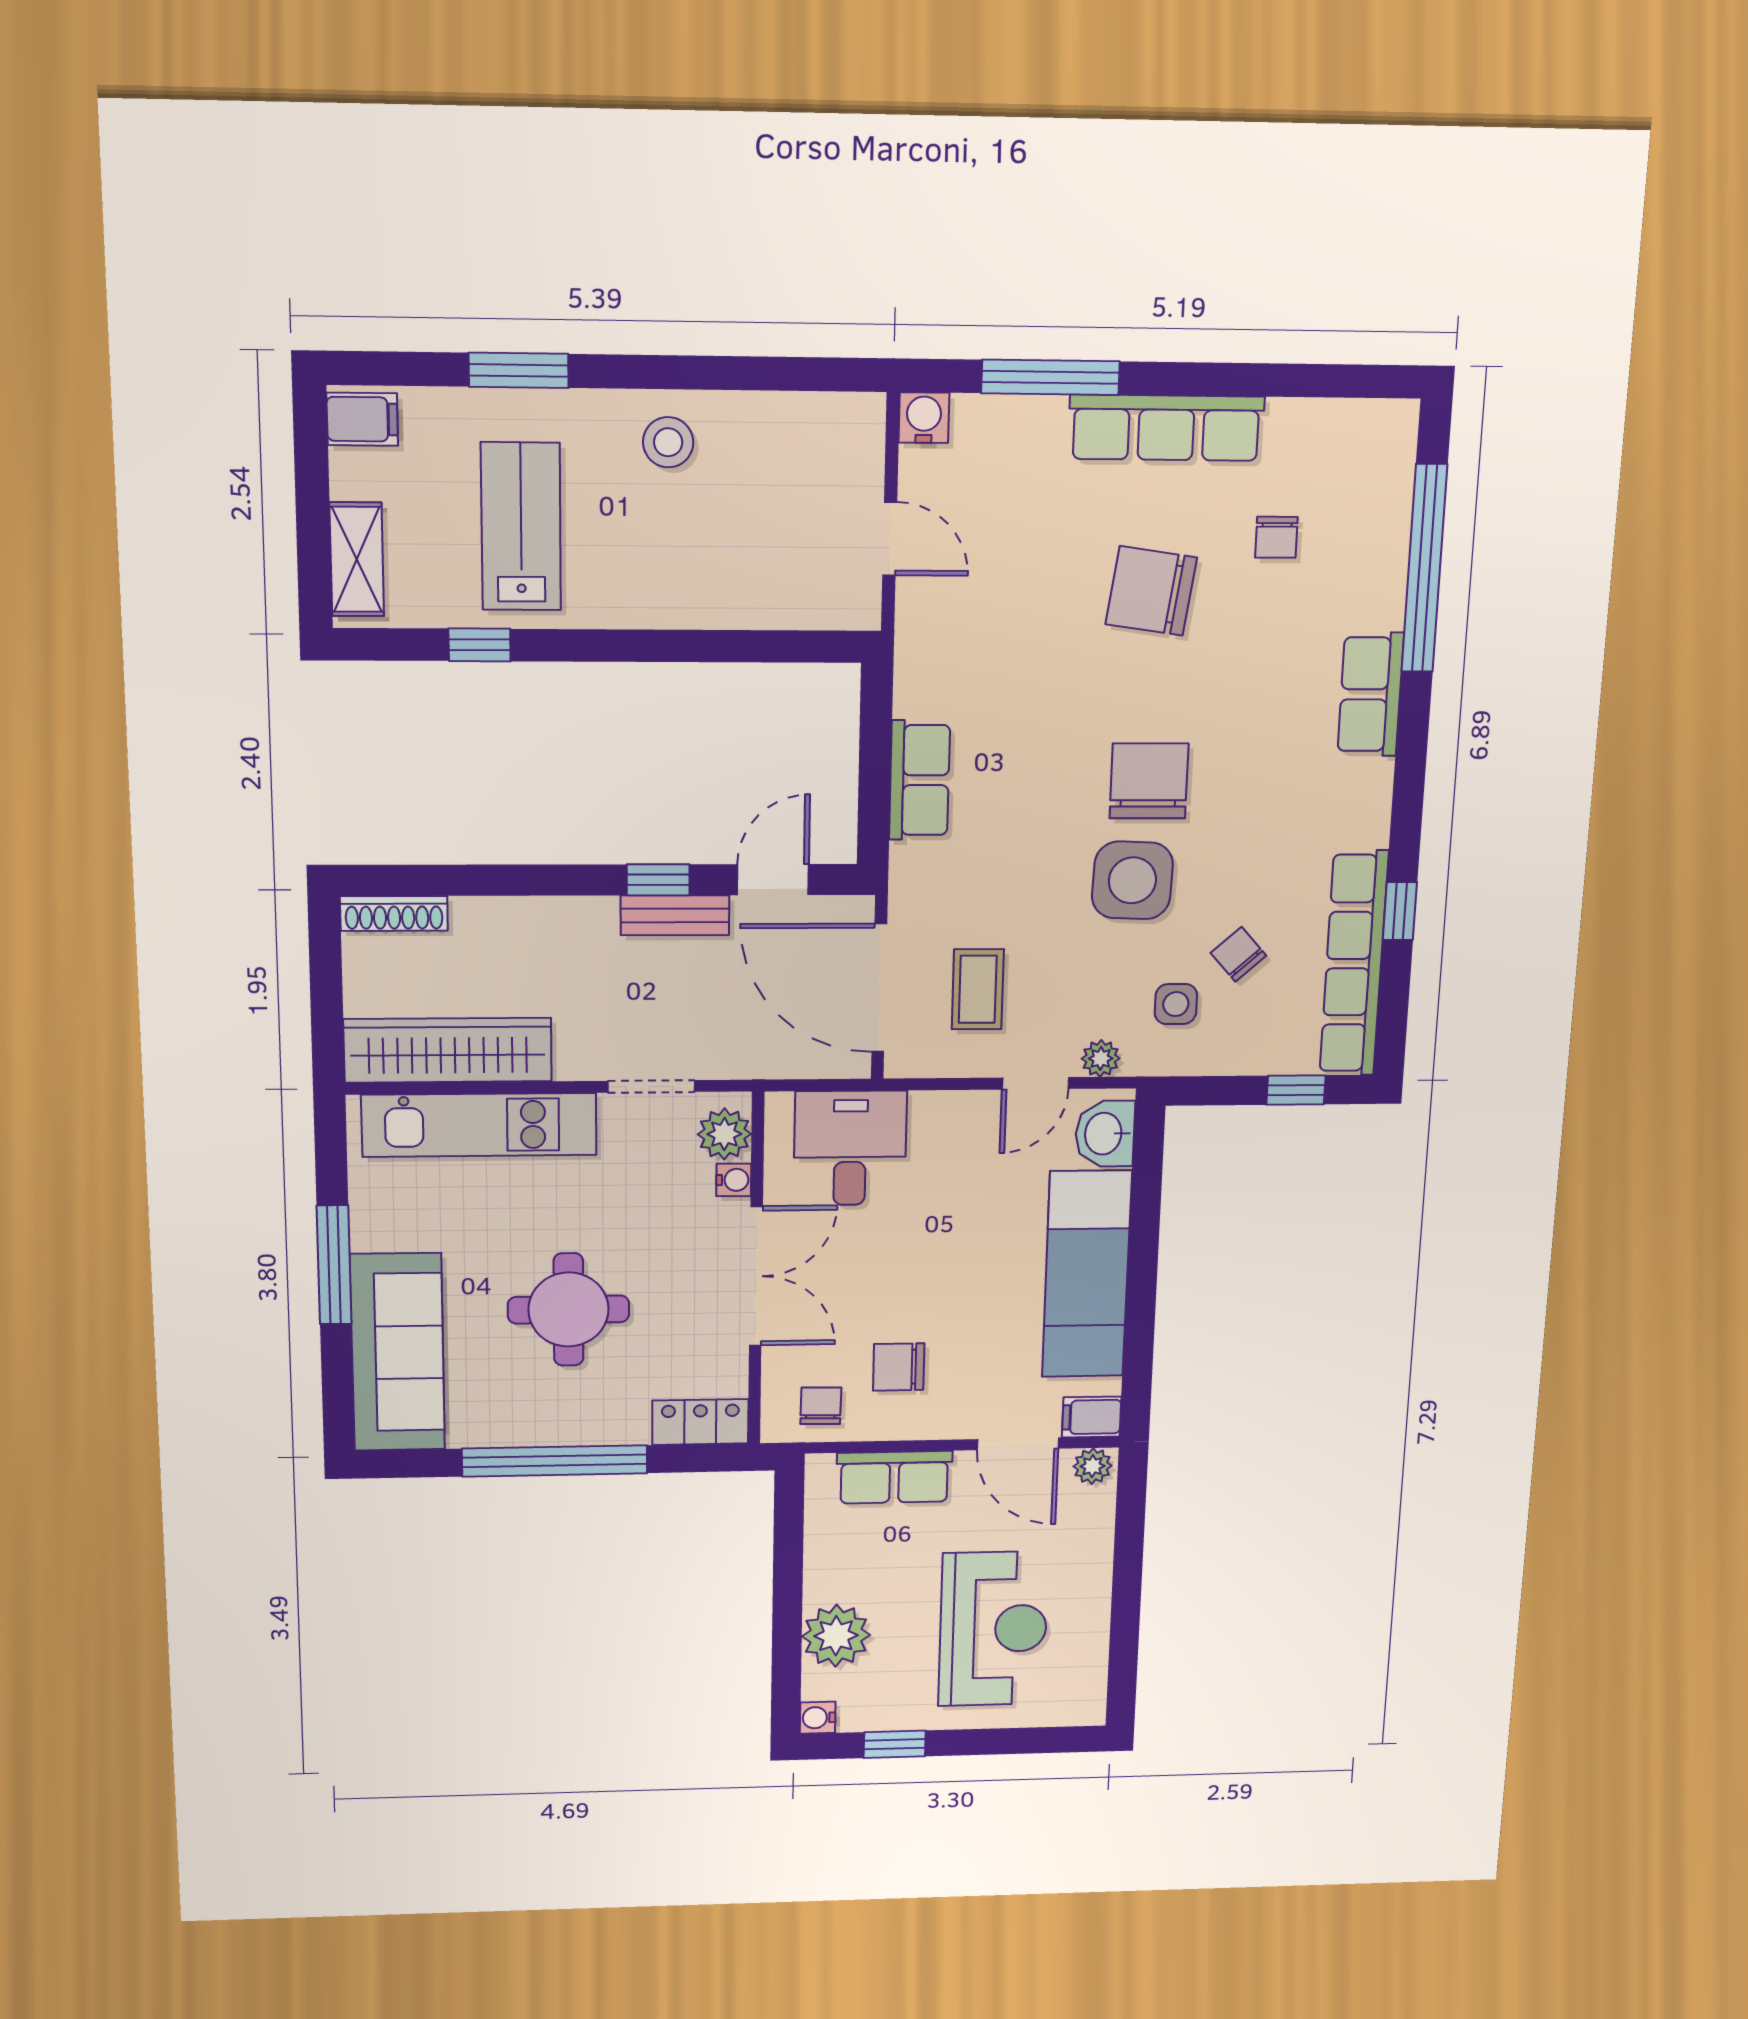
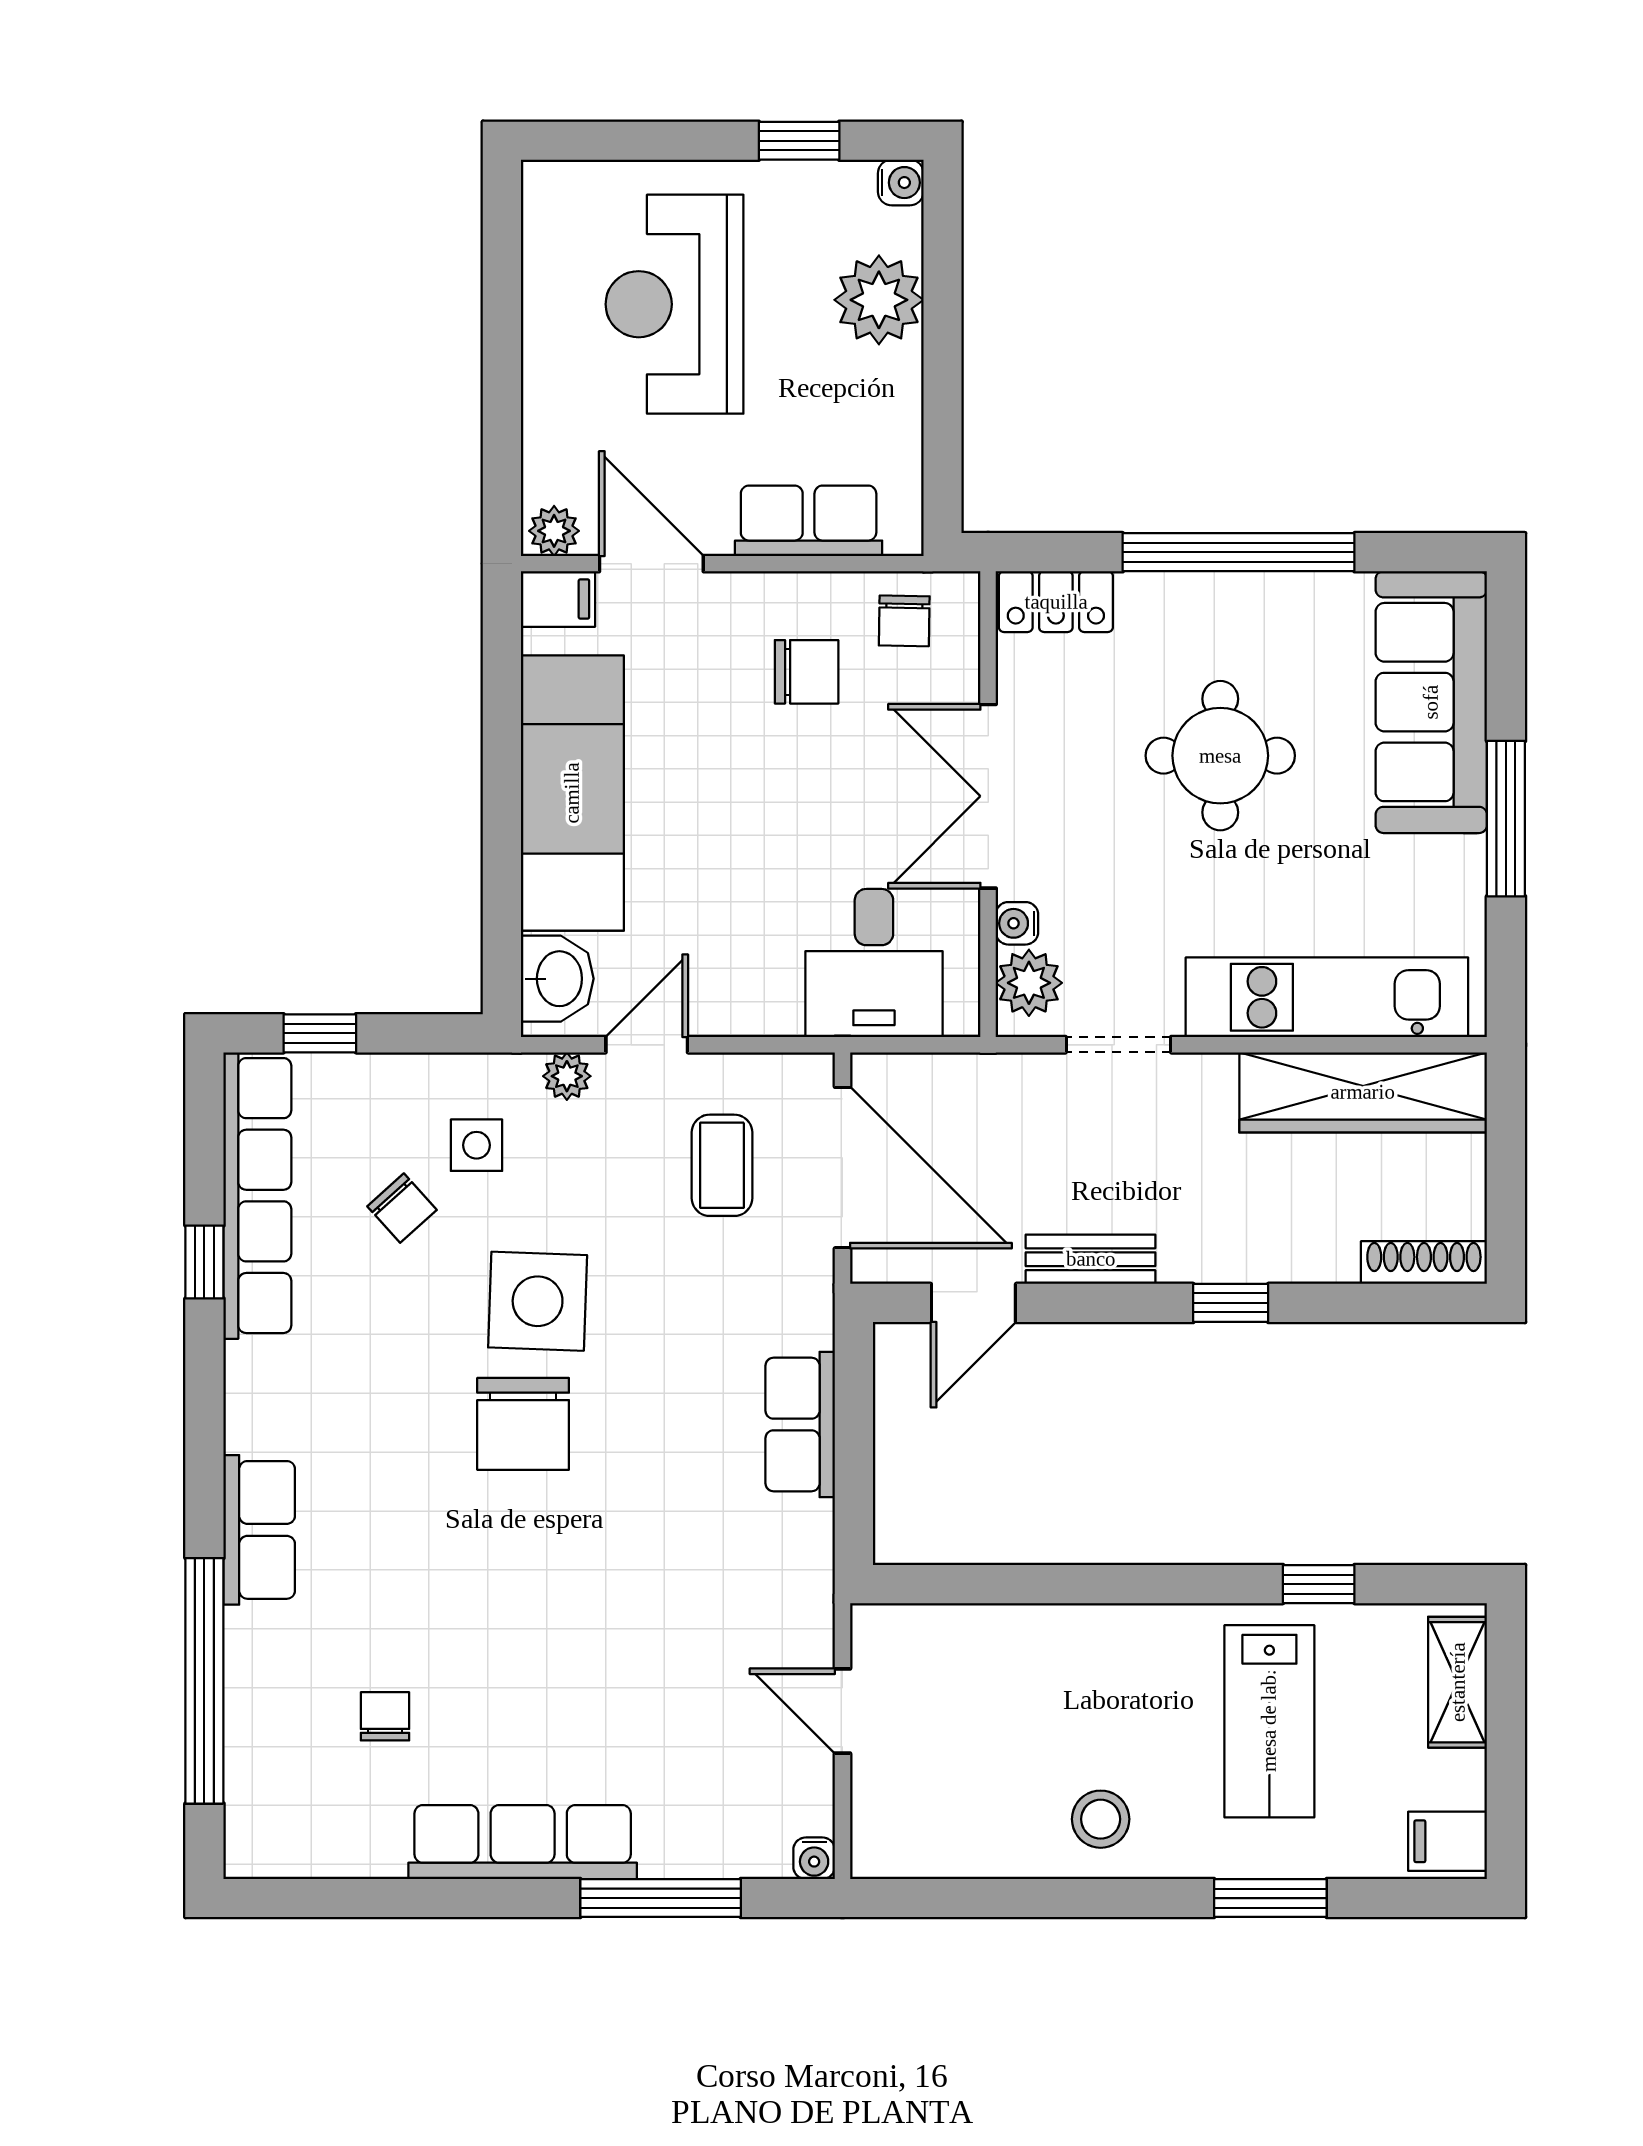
water cooler: (924, 418) -> (814, 1858), width x0.72, depth x0.72
chair: (1151, 591) -> (531, 1652), removed
window: (658, 880) -> (1231, 1303), moved

